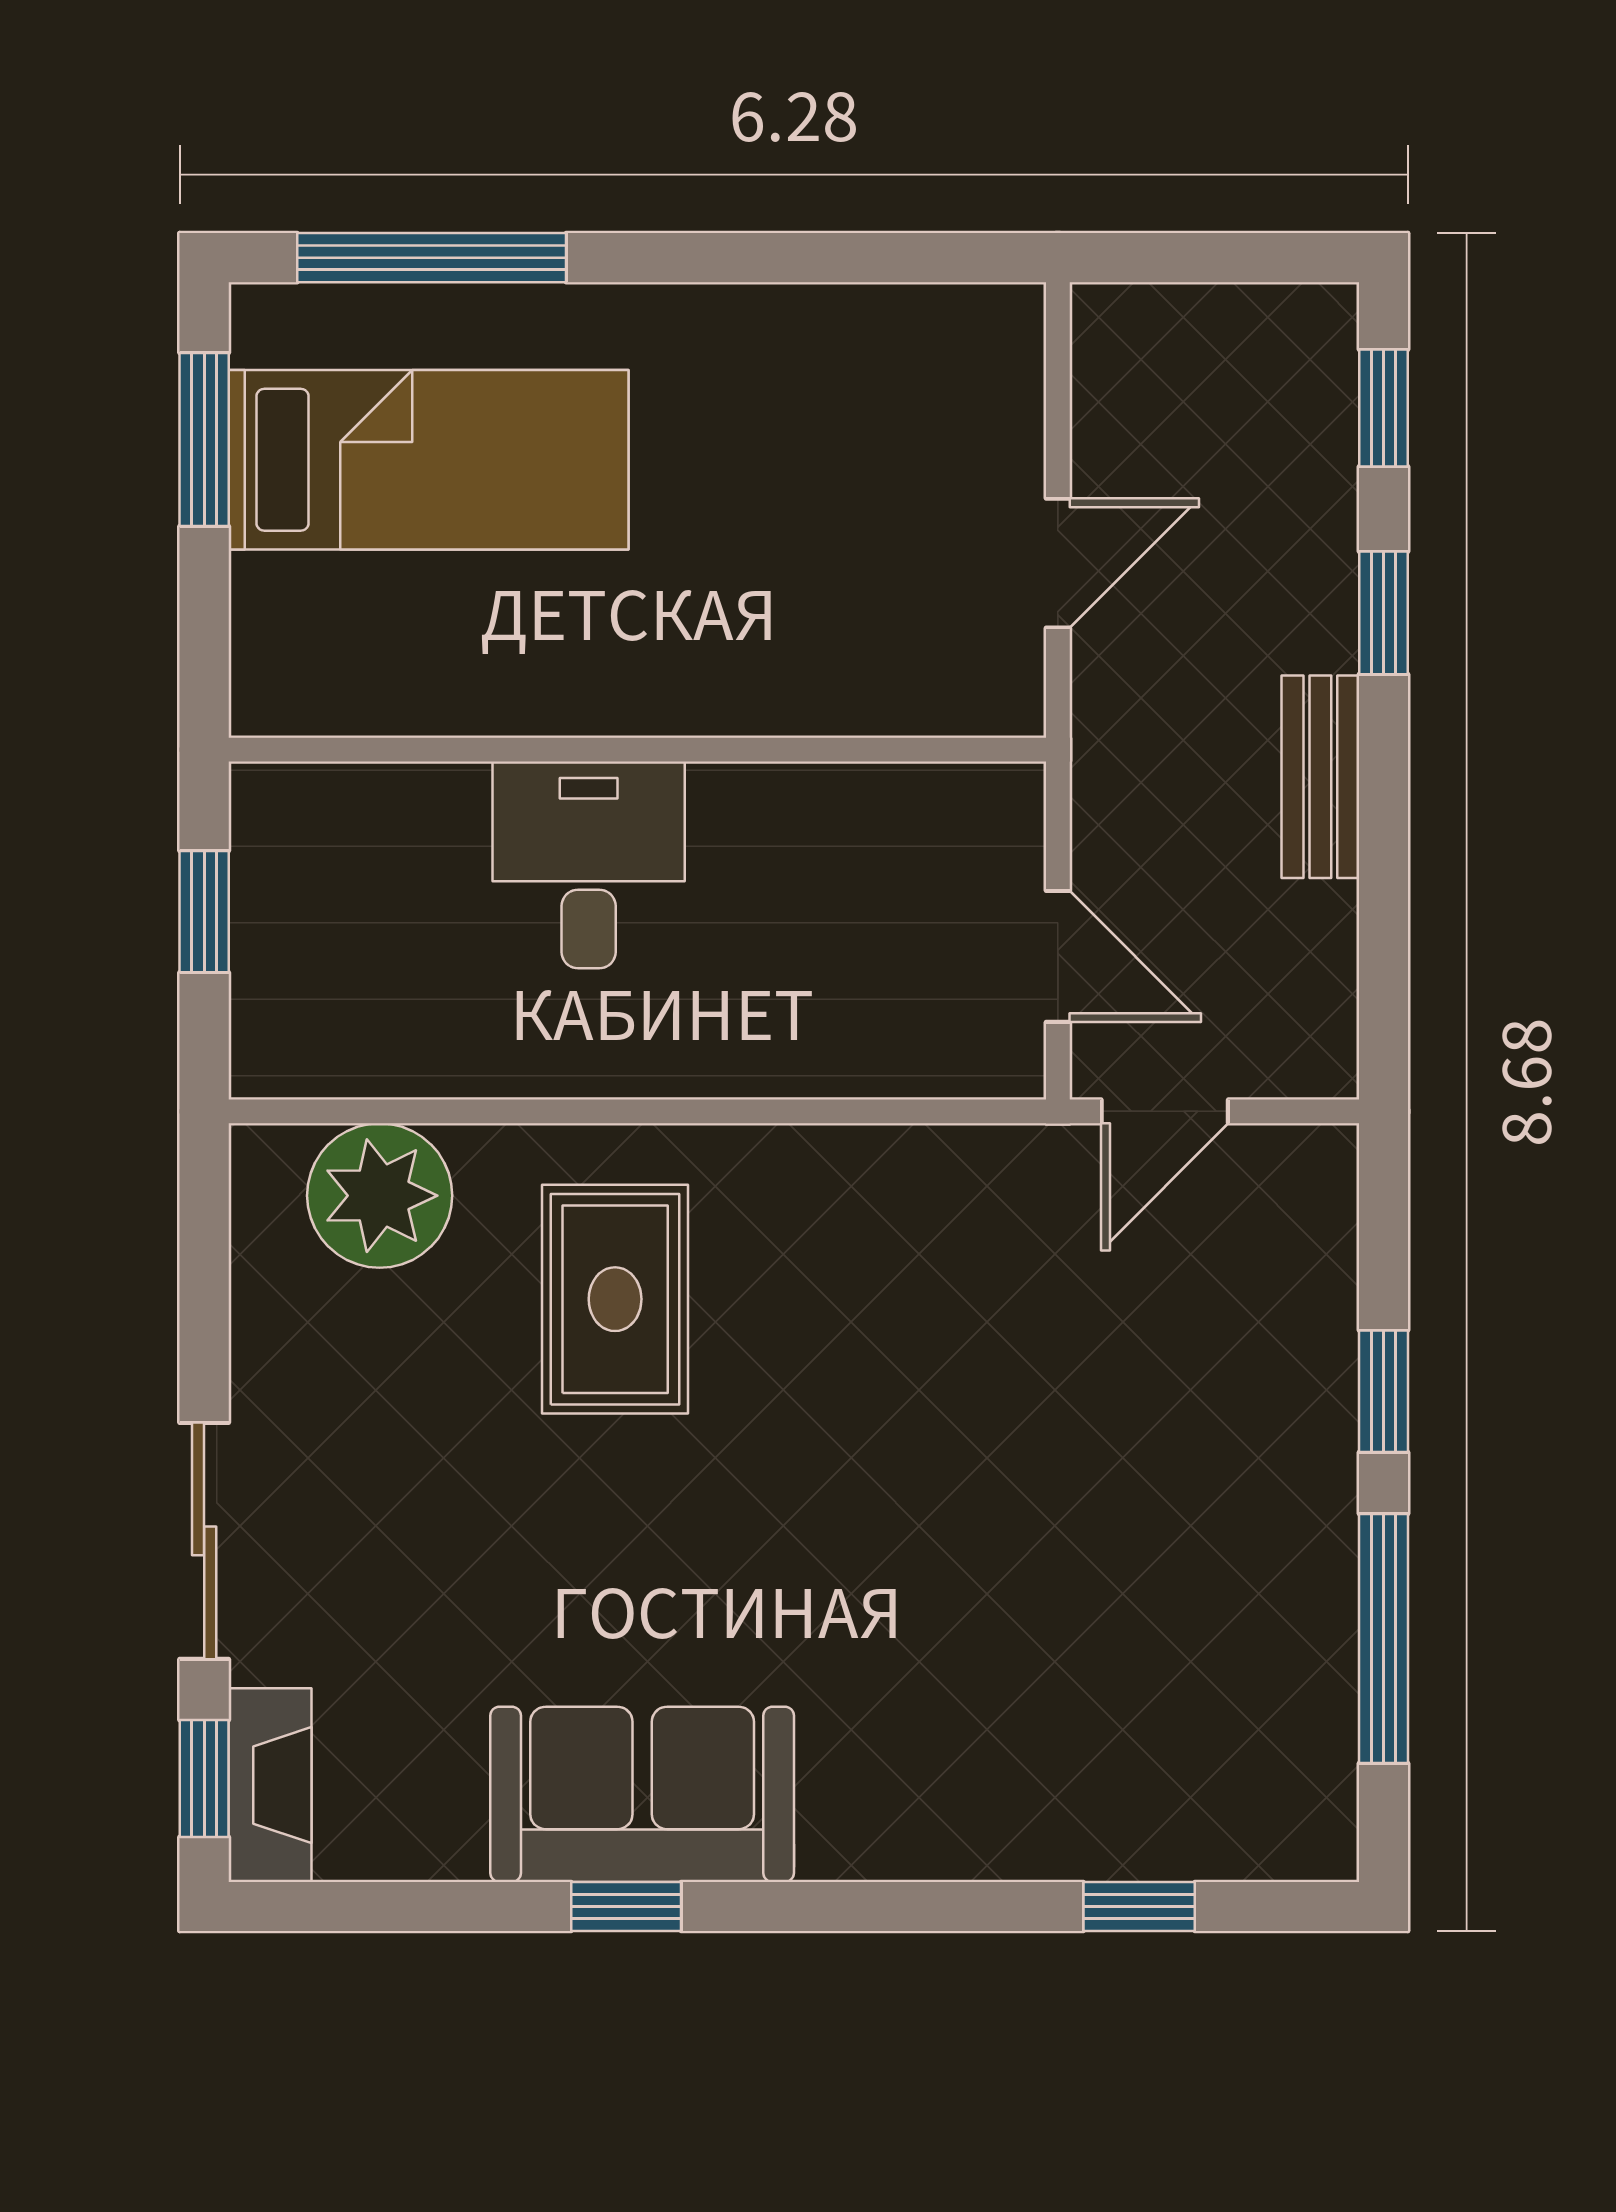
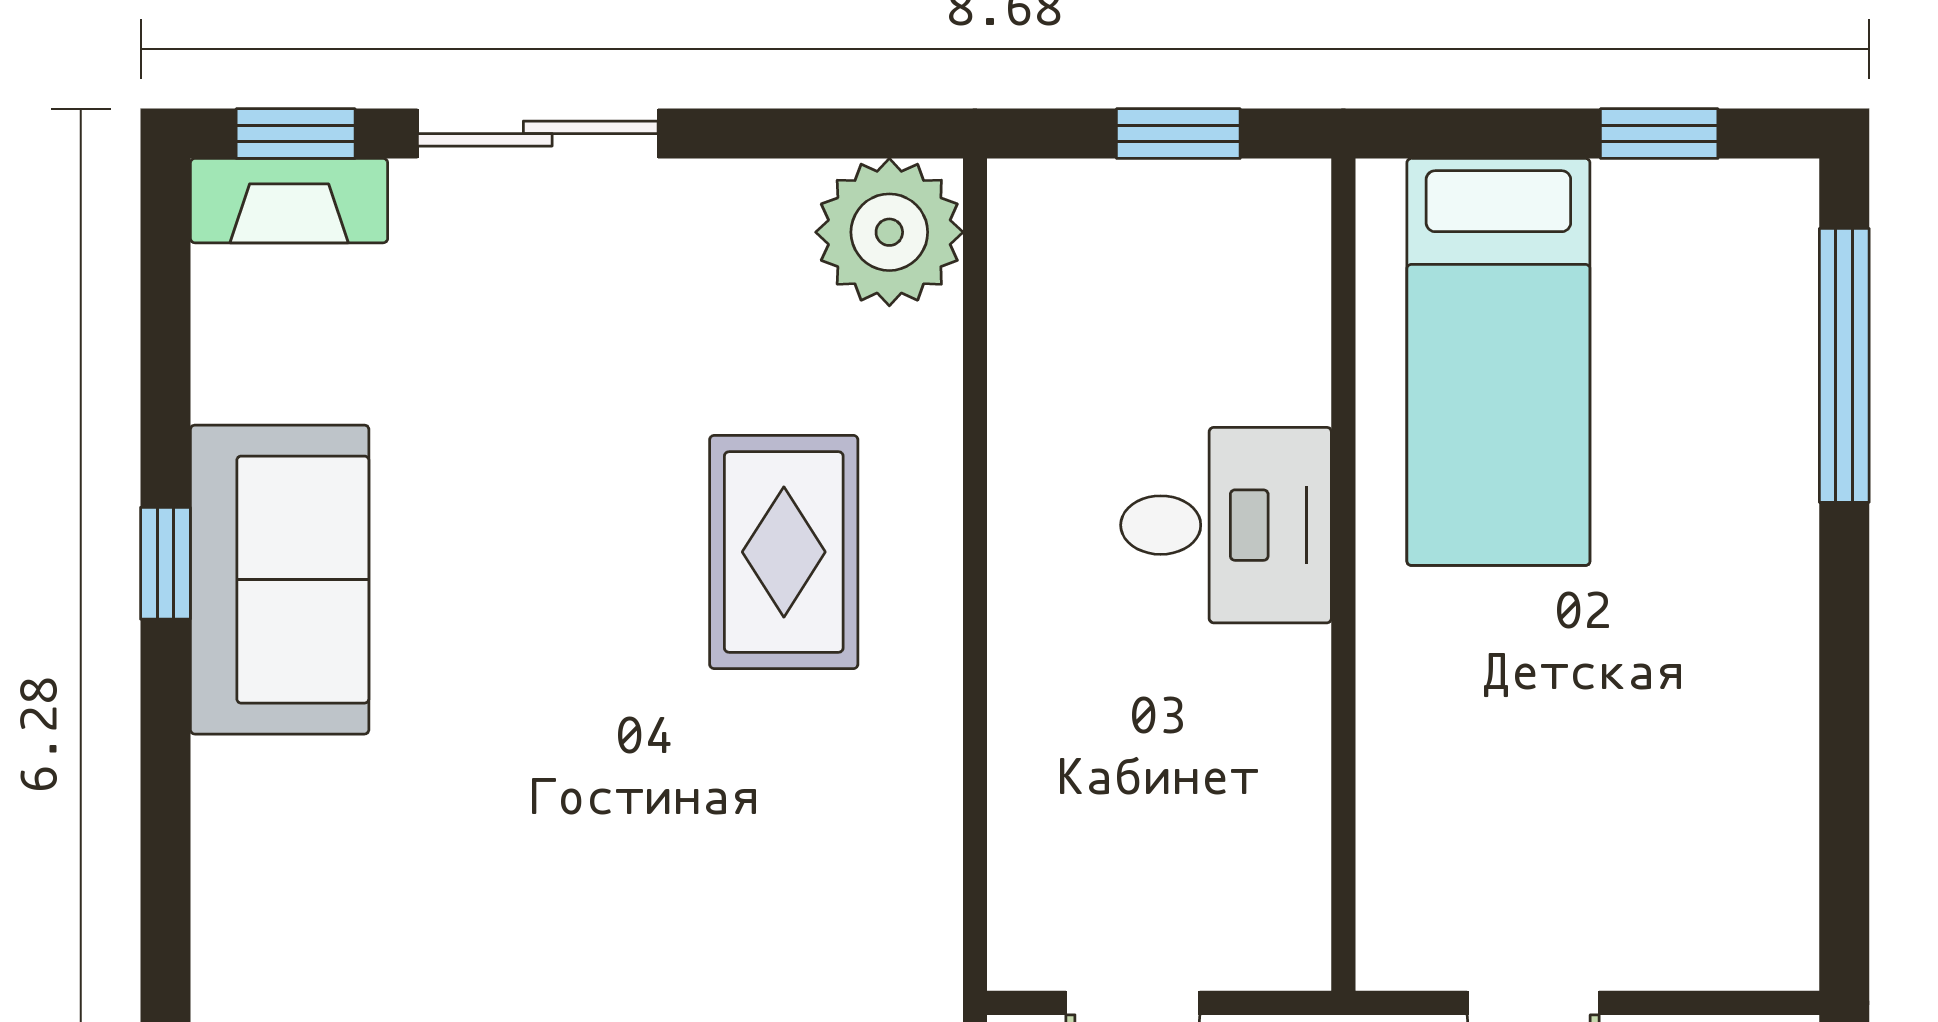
window: (204, 439) -> (1659, 134), width x0.67
bed: (428, 460) -> (1498, 362), moved
plant: (380, 1196) -> (889, 232), moved
rug: (615, 1299) -> (784, 552), turned 90

